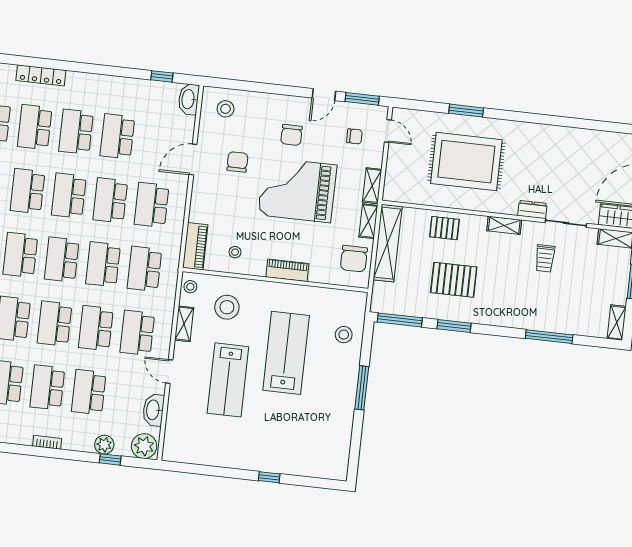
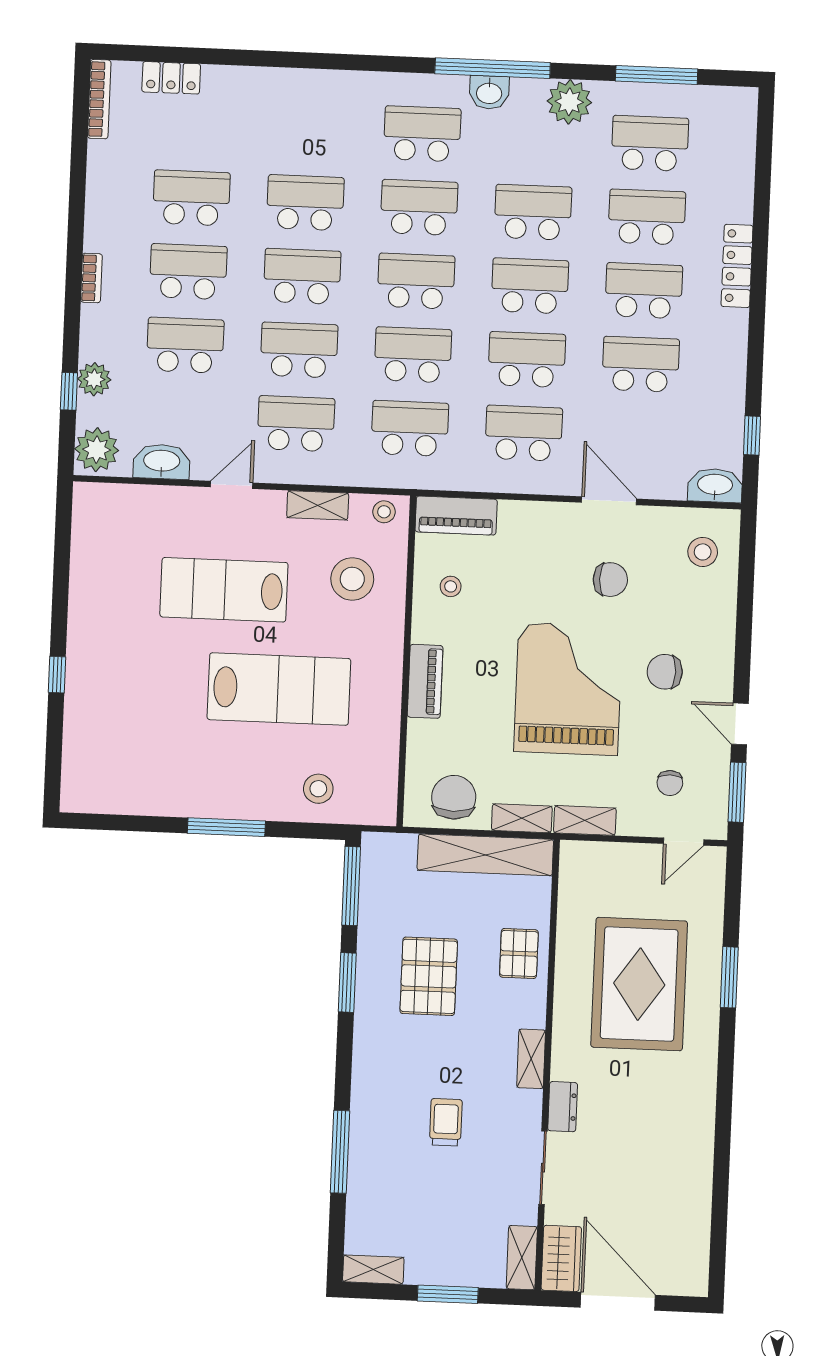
locker: (41, 75) -> (737, 266), moved
trolley: (545, 258) -> (446, 1122), moved, turned 90
chair: (354, 259) -> (454, 797), turned 90

